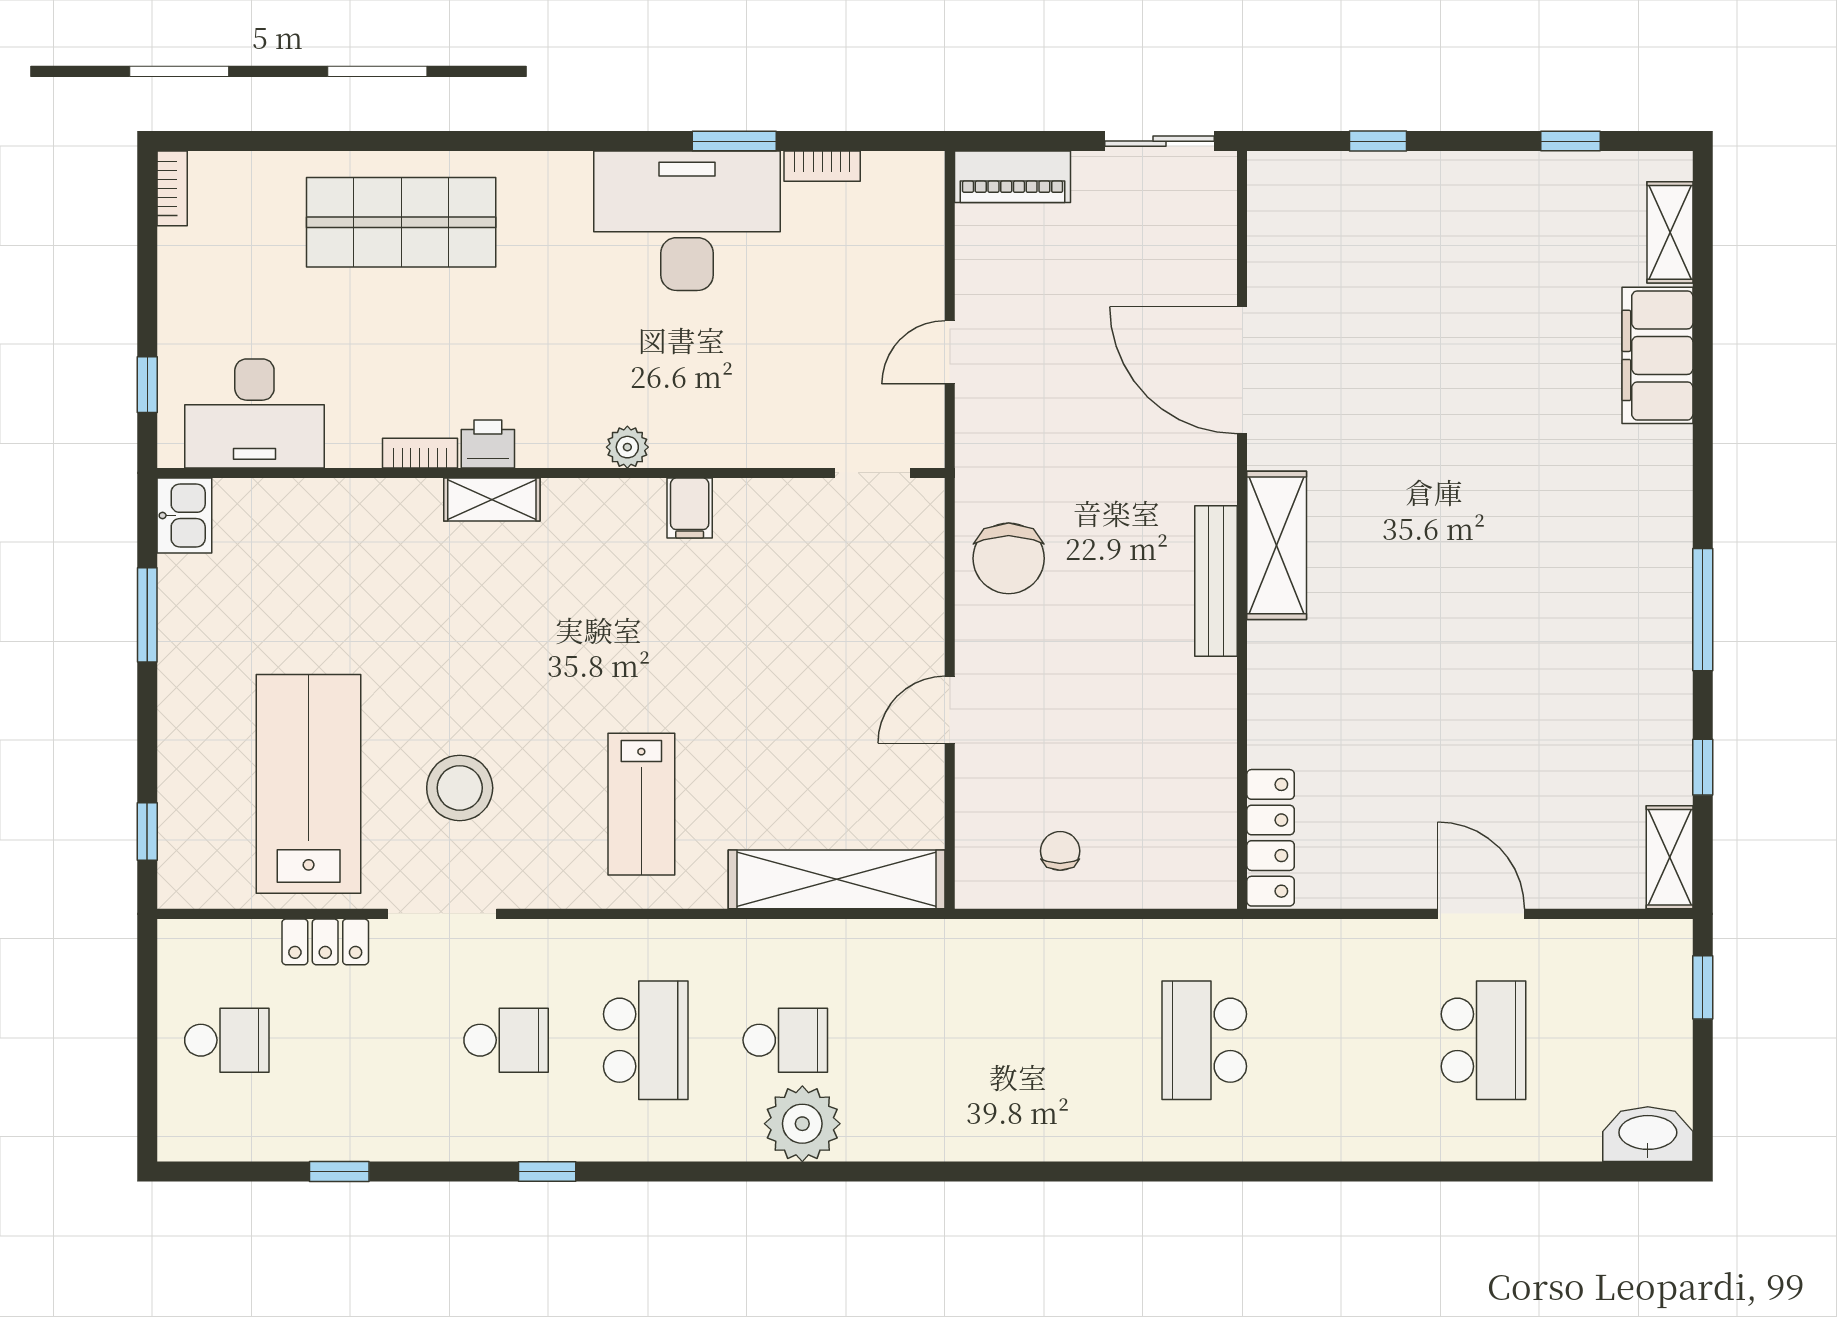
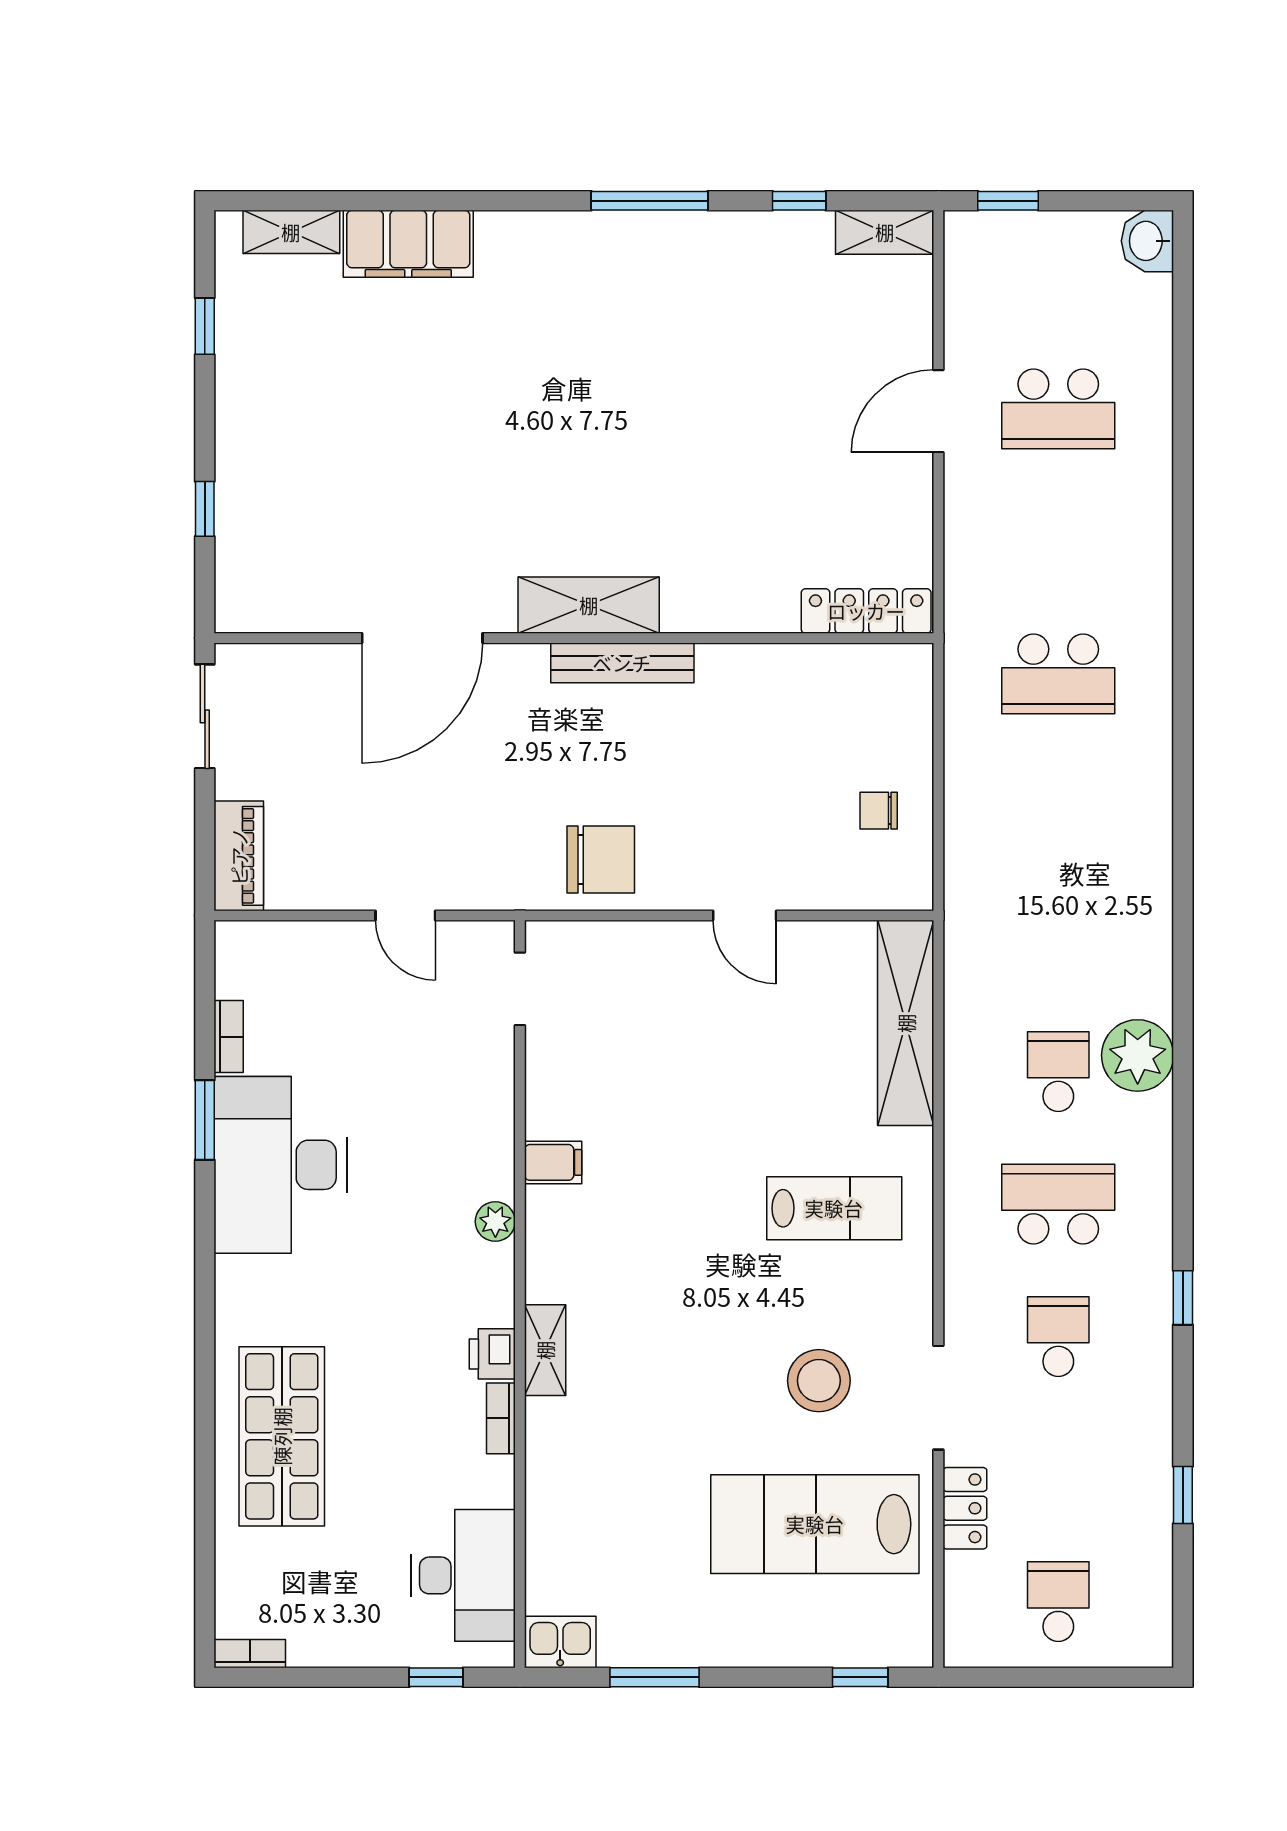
school desk: (1483, 1040) -> (1058, 409), turned 180
washbasin: (1648, 1134) -> (1147, 241), width x0.72

